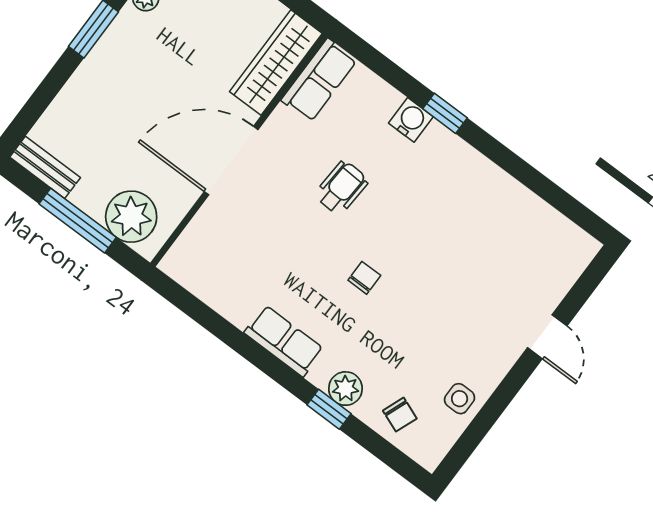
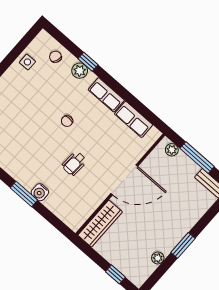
row of seats: (319, 80) -> (134, 119), moved, turned -90
window: (445, 113) -> (24, 194), width x1.50
plant: (131, 217) -> (172, 150), width x0.53, depth x0.53

